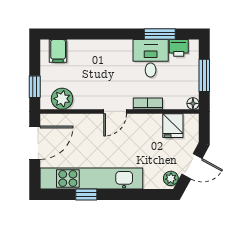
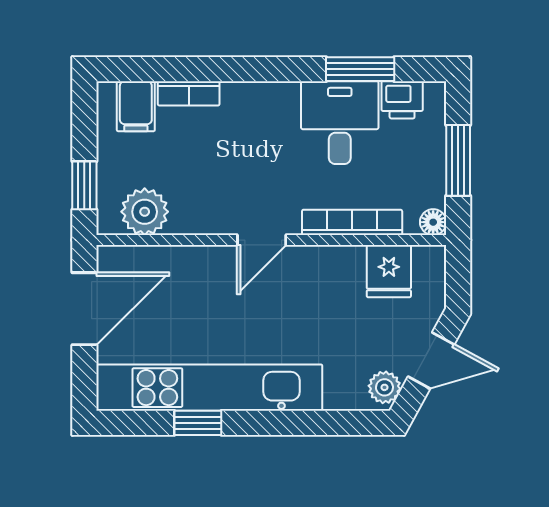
bookcase: (82, 45) -> (189, 93), added
bookcase: (148, 104) -> (352, 222), width x1.56

